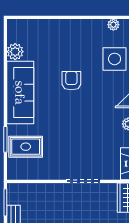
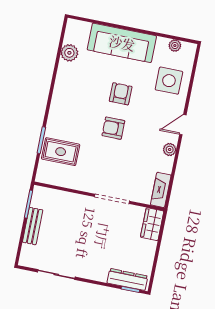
sofa: (20, 93) -> (122, 43), moved, turned 90
armchair: (71, 114) -> (113, 128), added

